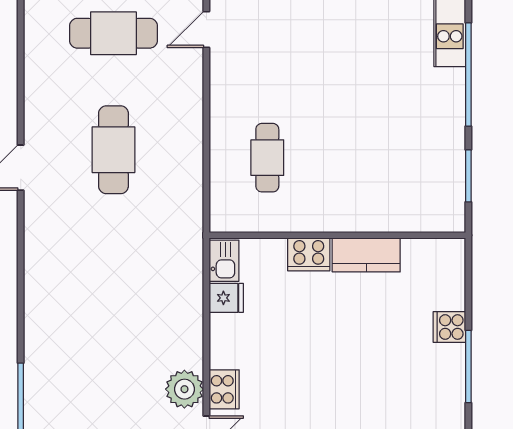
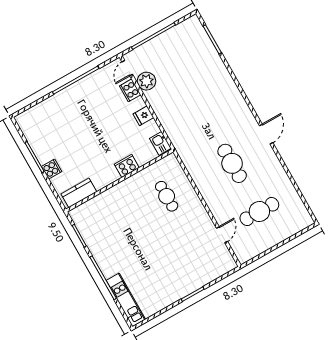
kitchen counter: (366, 255) -> (79, 193), moved
fridge: (226, 298) -> (143, 116), moved

